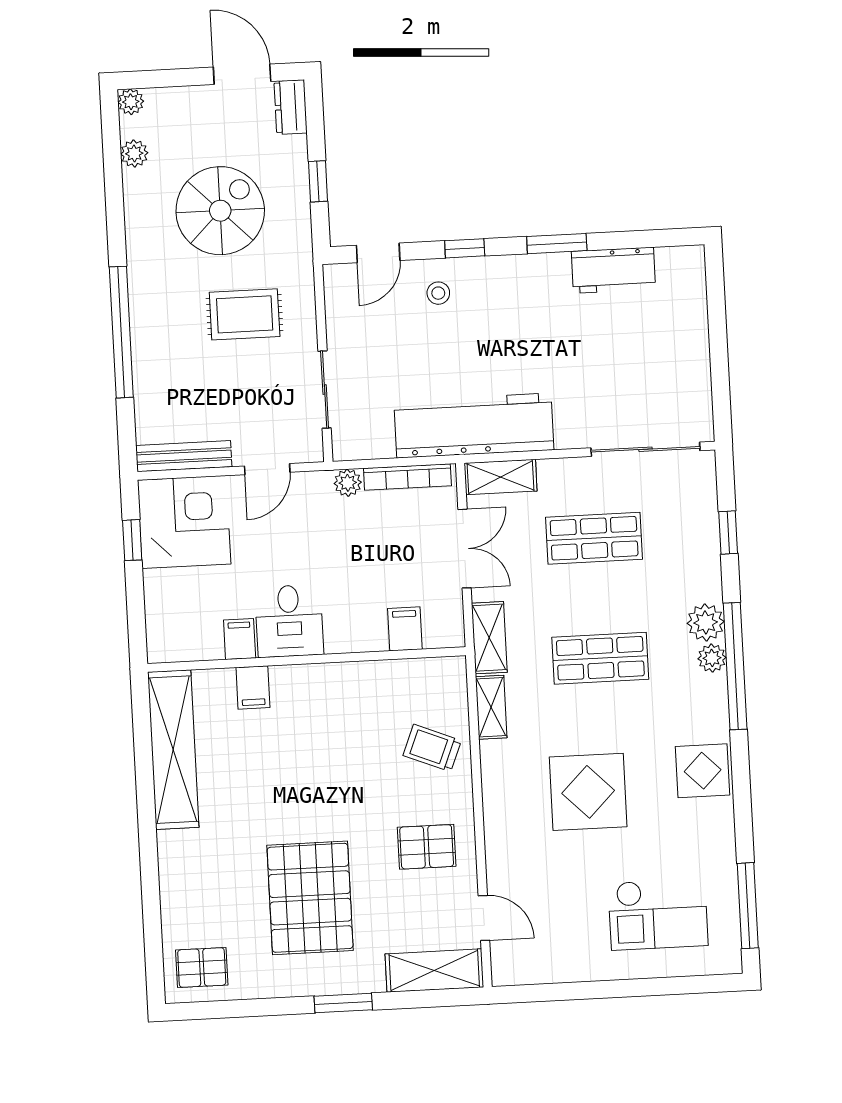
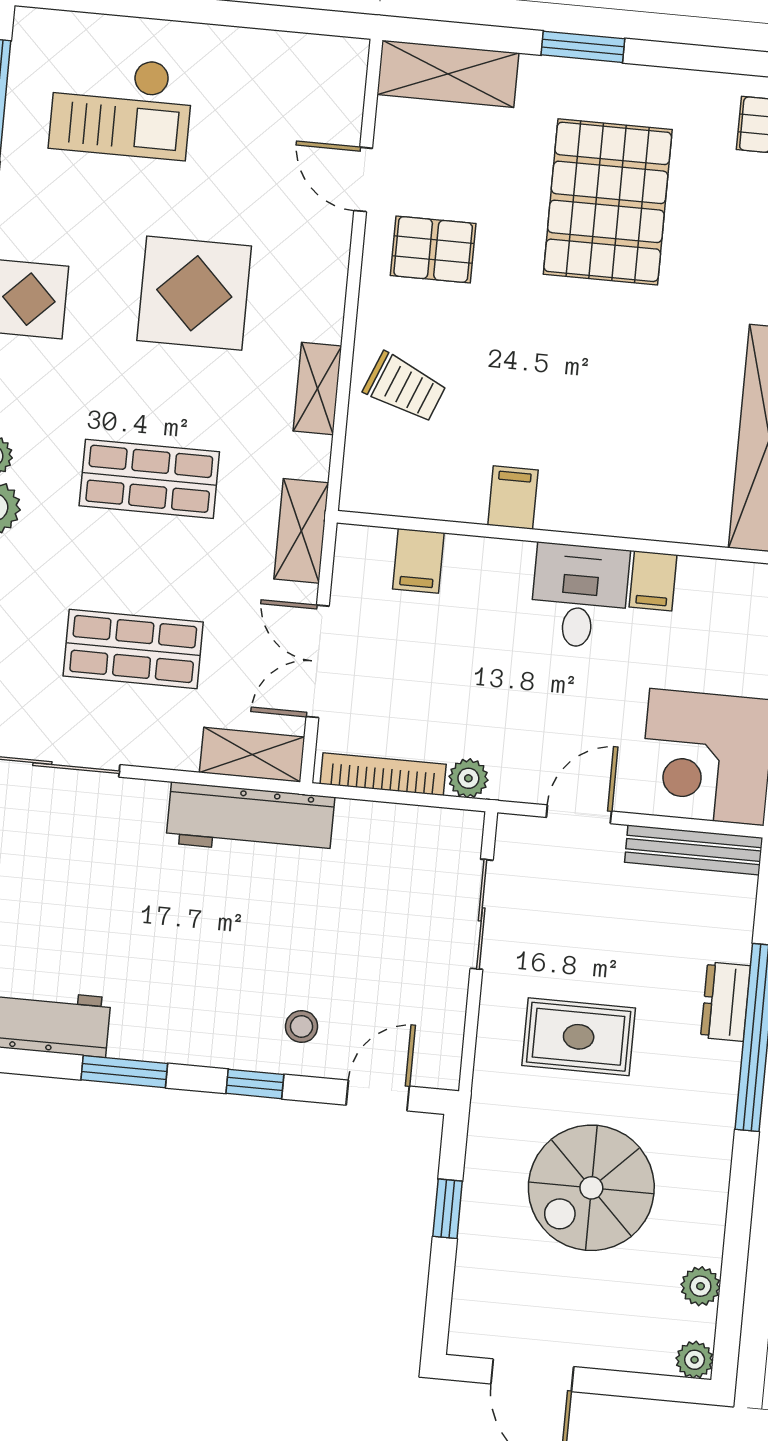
dresser: (291, 107) -> (726, 1002), moved, turned 180
workbench: (474, 426) -> (250, 820), width x0.73, depth x0.76
filing cabinet: (253, 687) -> (513, 497), moved
shelving: (491, 707) -> (317, 389), moved
checkout: (658, 914) -> (121, 107), turned 180
door: (484, 918) -> (363, 179), moved

